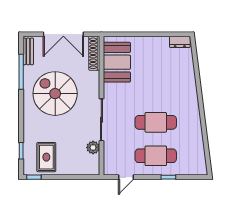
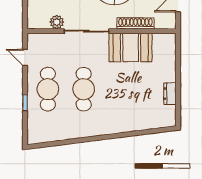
dresser: (180, 42) -> (170, 94), moved
shoe rack: (94, 53) -> (135, 23), moved
booth: (117, 62) -> (131, 48), moved

